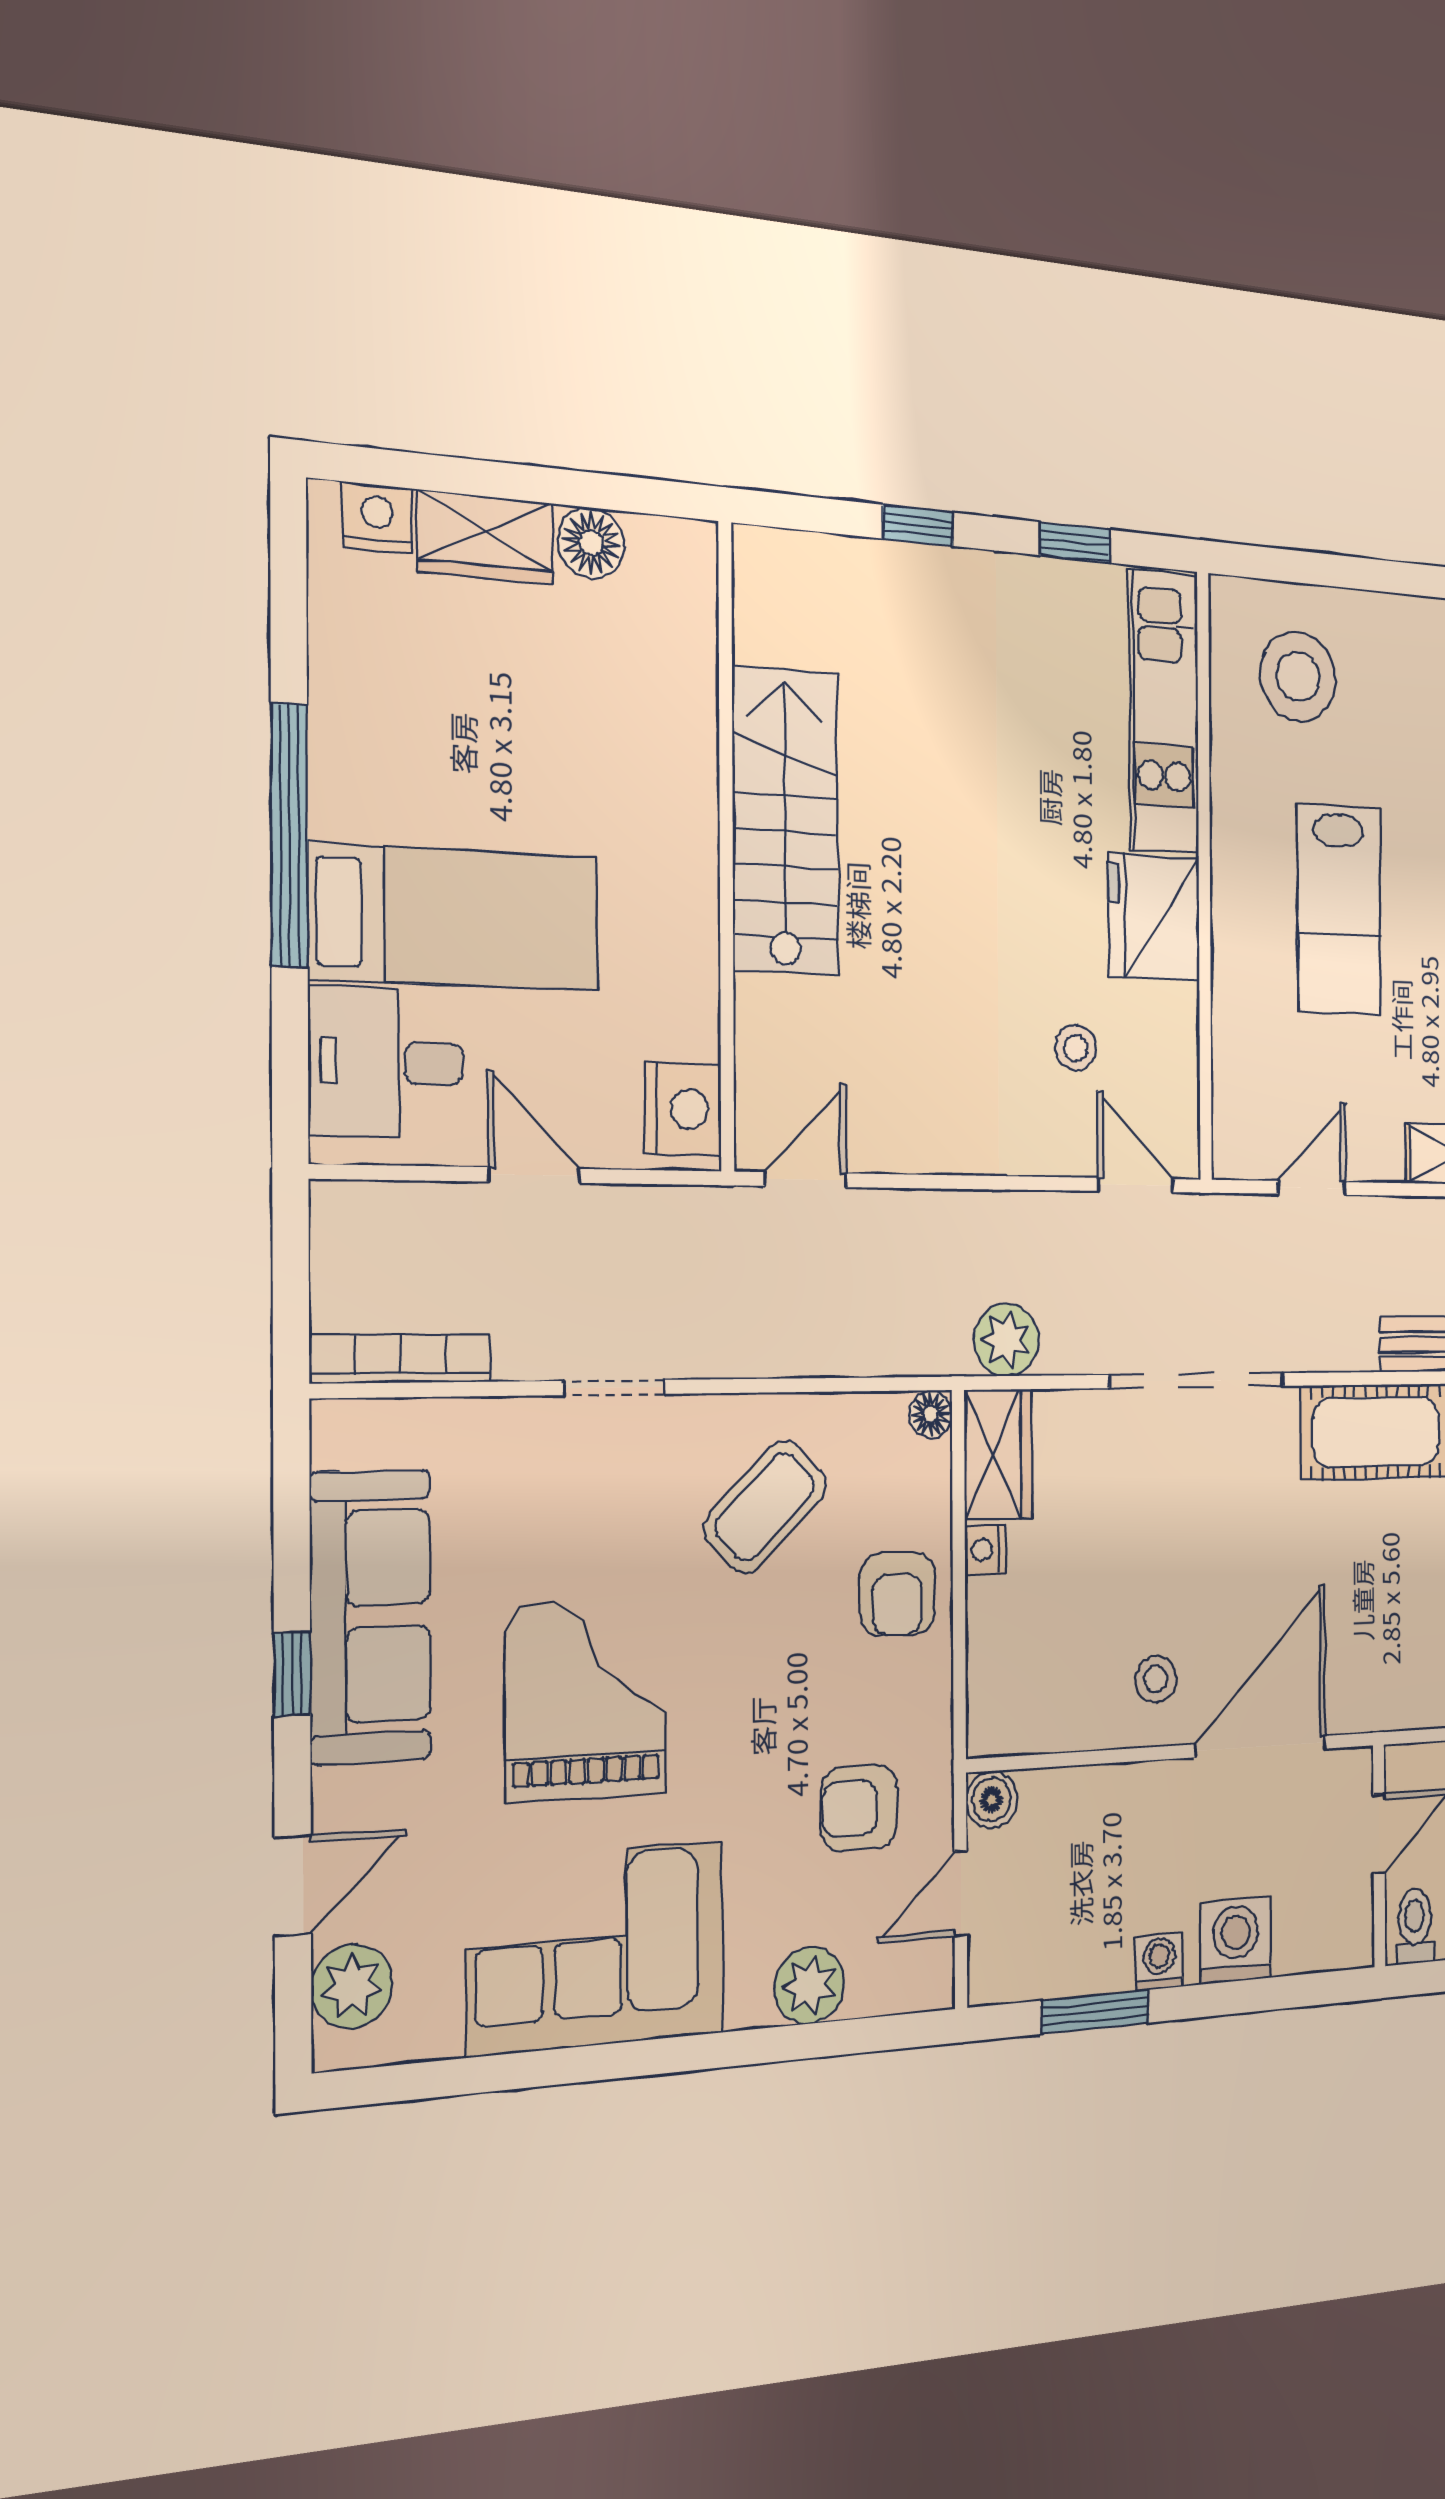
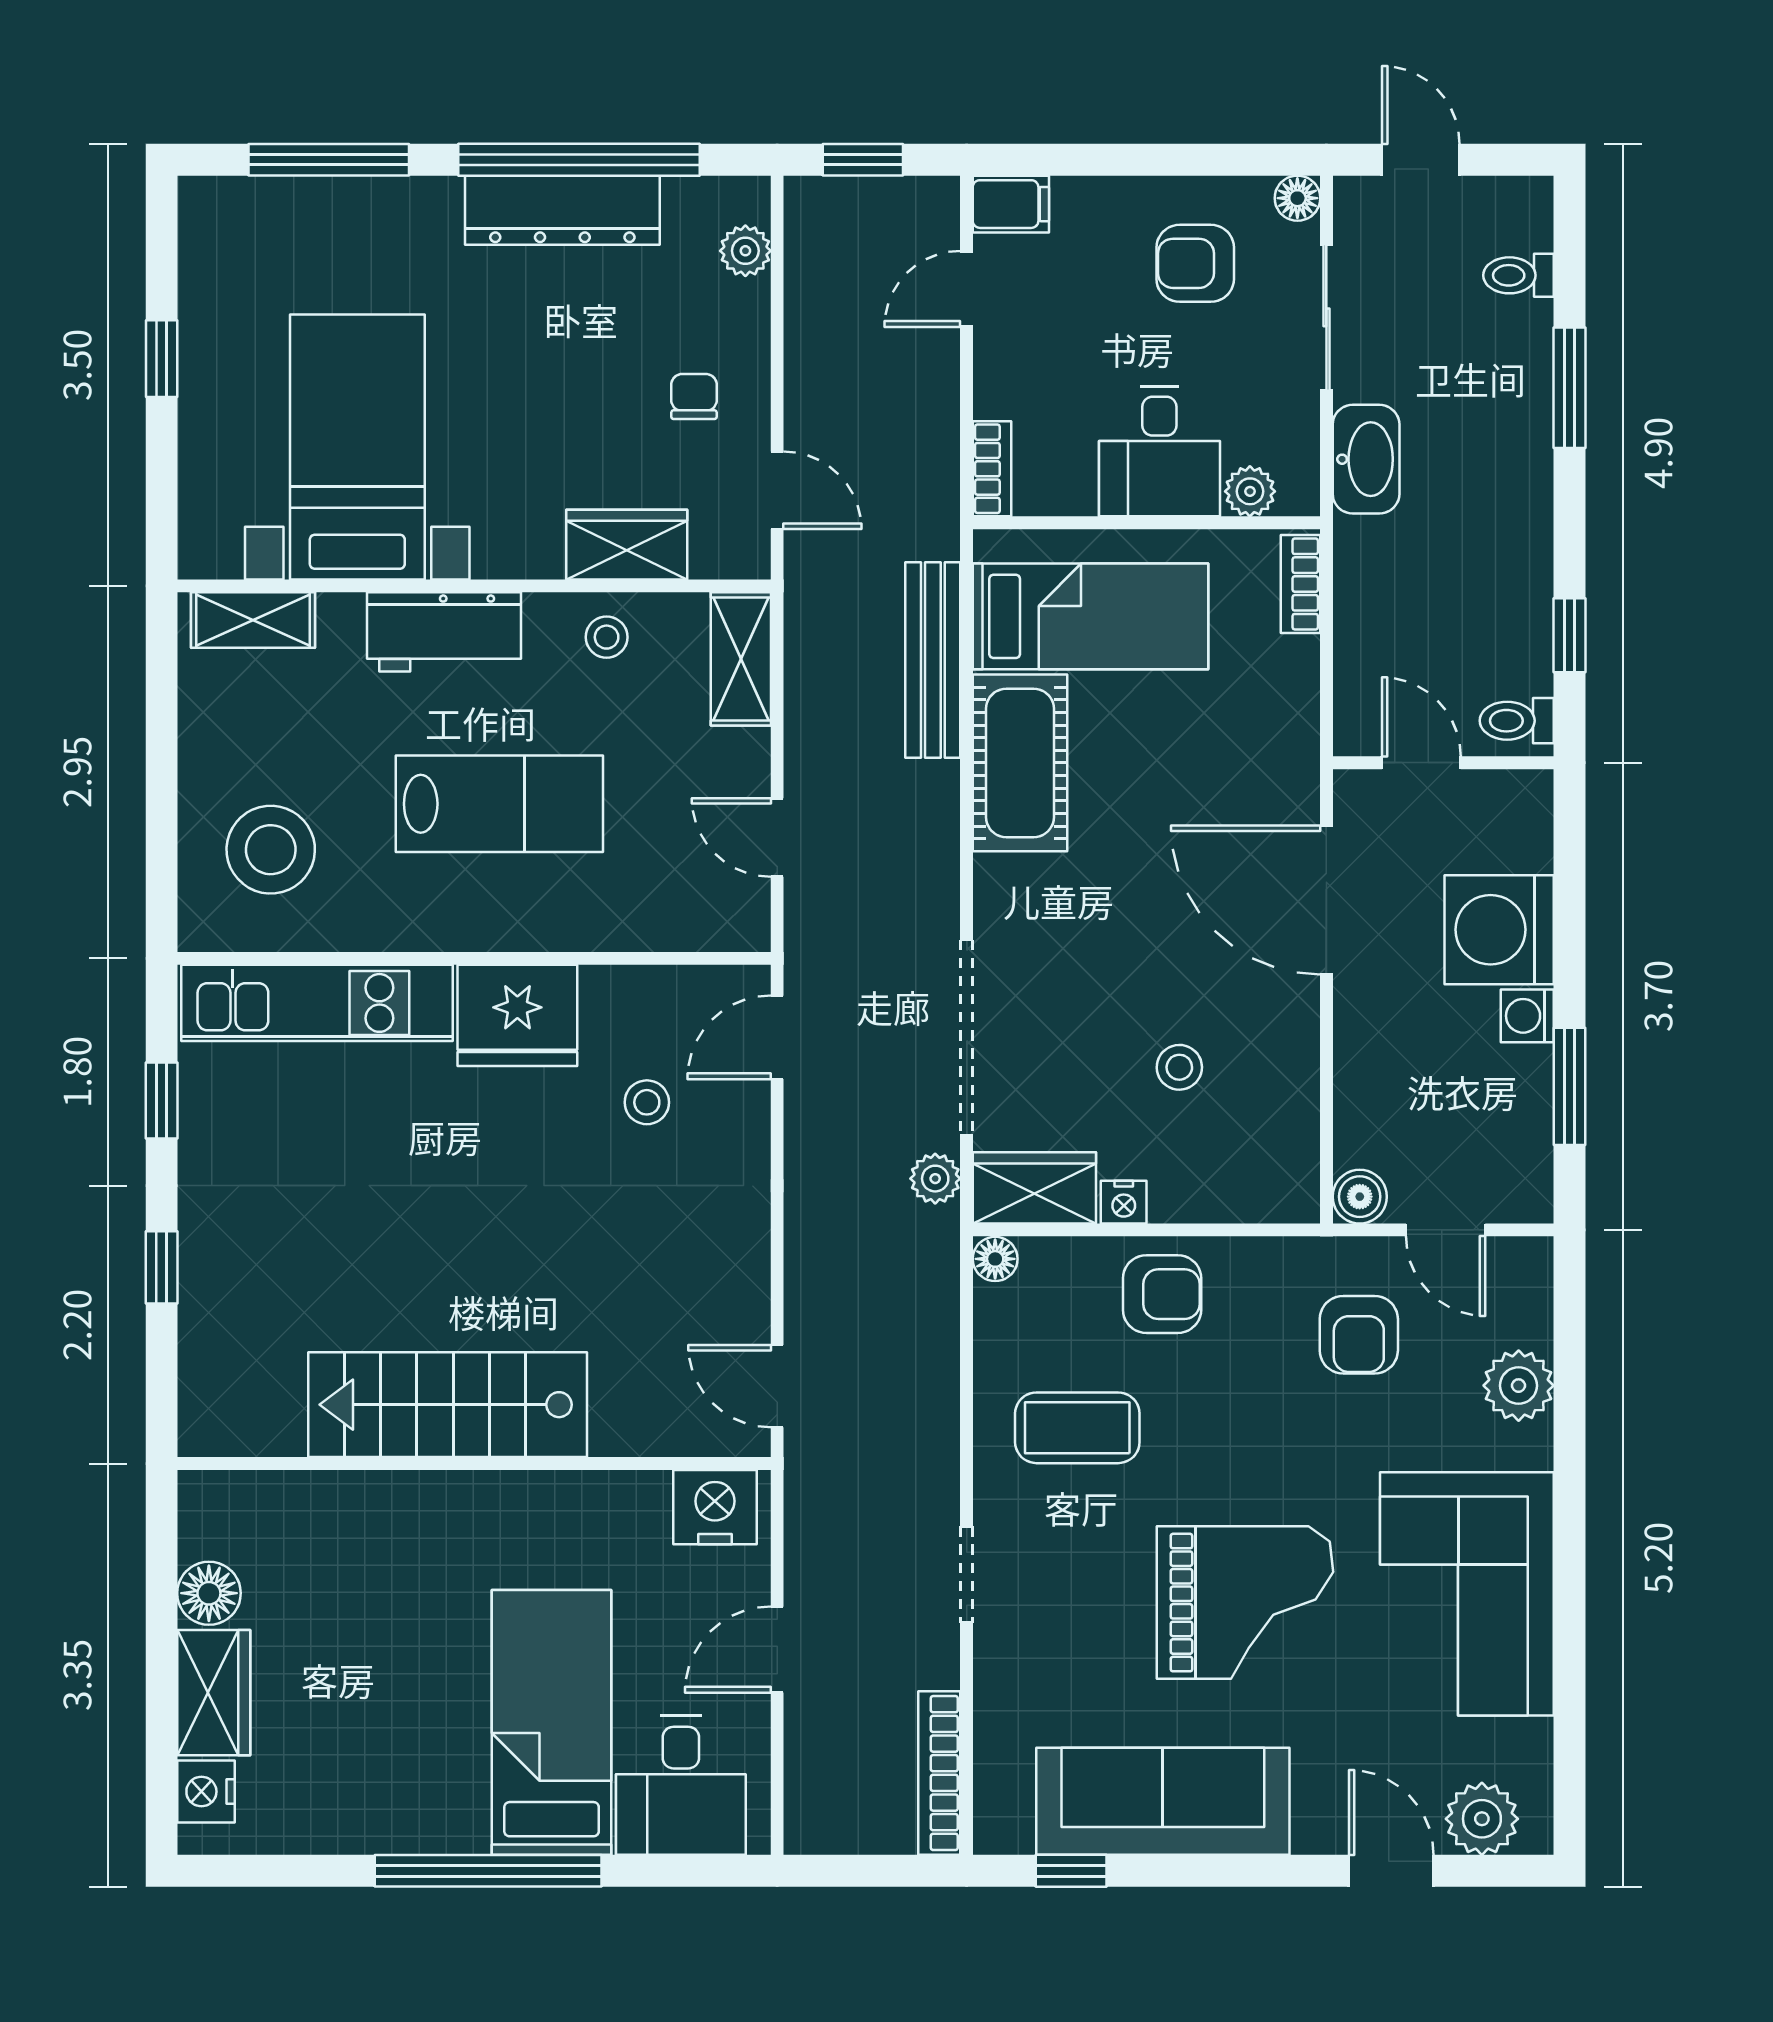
plant: (1006, 1340) -> (935, 1179), width x0.73, depth x0.73
doorway: (1197, 1380) -> (967, 1038), moved
coffee table: (765, 1507) -> (1077, 1428), turned -46
window: (292, 1674) -> (1071, 1871), moved
stool: (1156, 1679) -> (1179, 1067), moved
grand piano: (586, 1700) -> (1245, 1603), turned 180
washing machine: (1236, 1940) -> (1499, 930), width x1.37, depth x1.37

